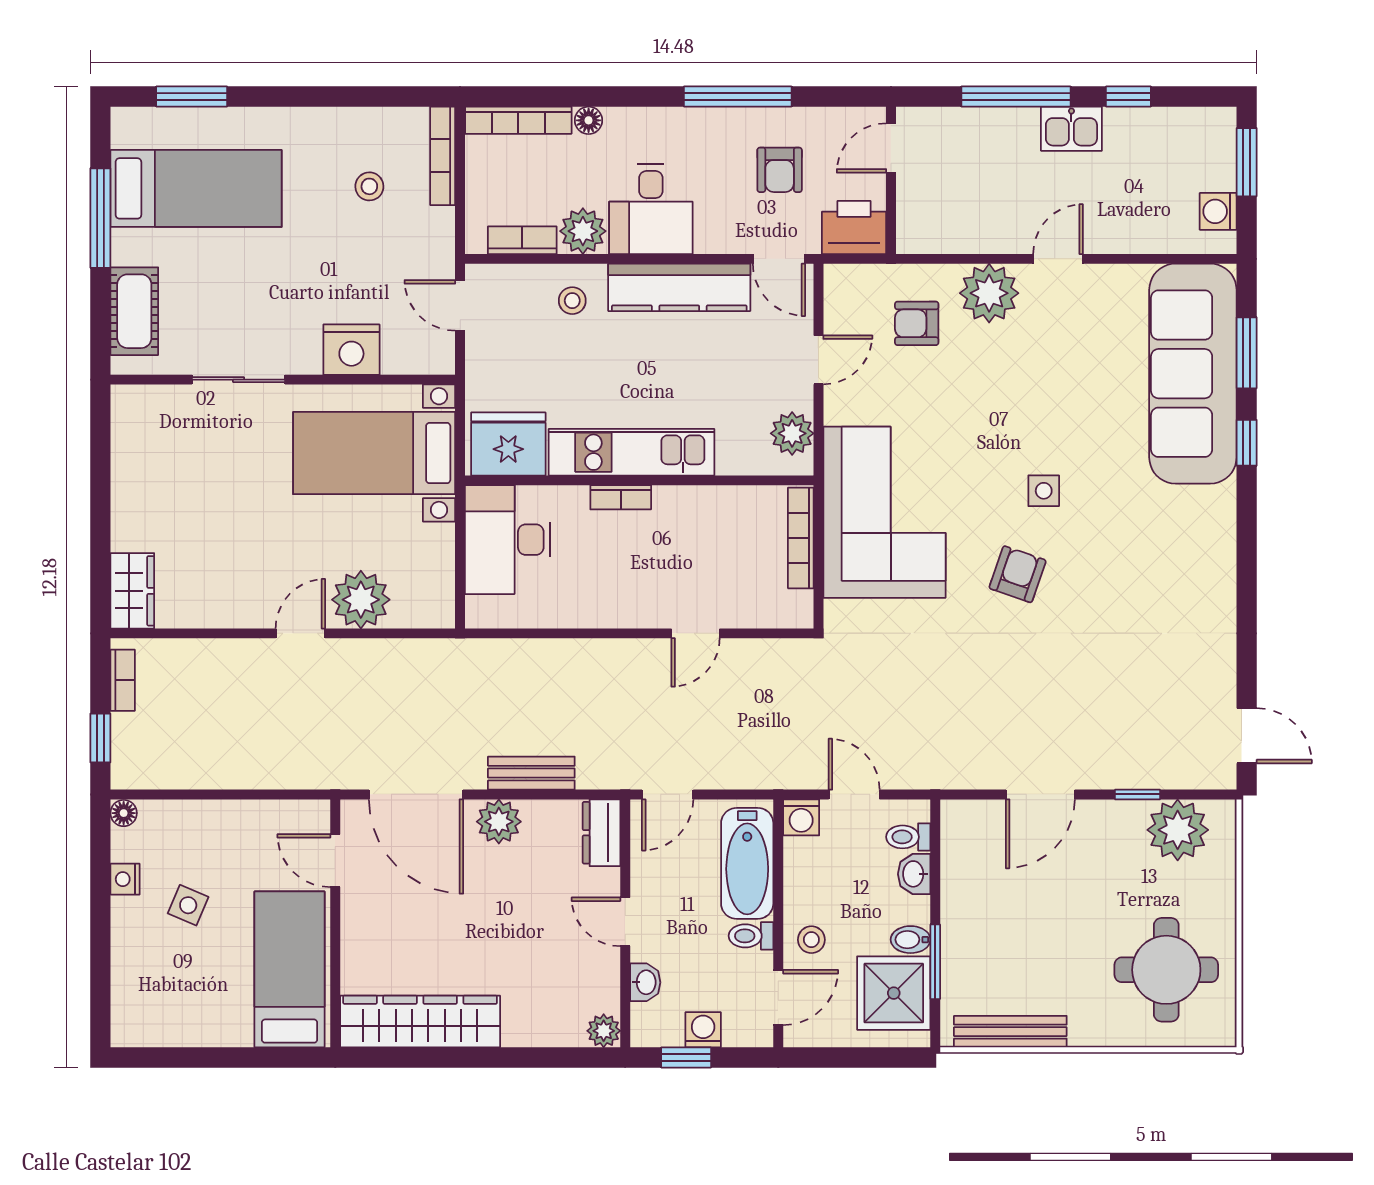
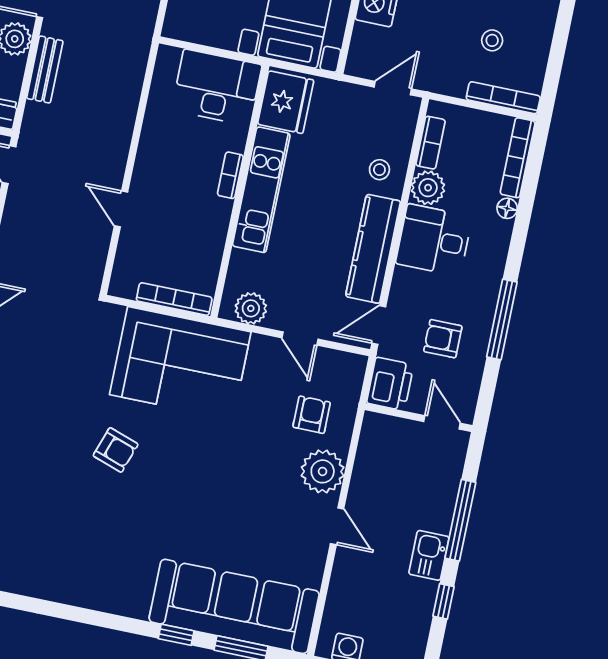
side table: (1044, 491) -> (172, 481), removed

